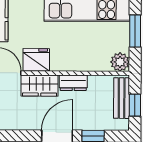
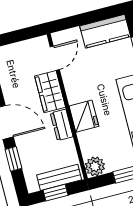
fridge: (36, 60) -> (84, 116), moved

